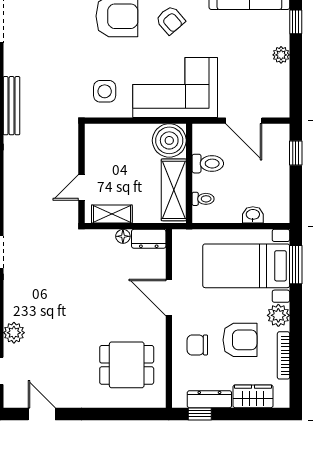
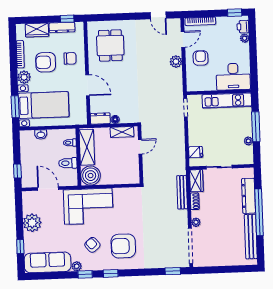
plant: (281, 55) -> (32, 223), width x1.87, depth x1.87
side table: (105, 91) -> (129, 202), removed
dining table: (127, 365) -> (110, 45), turned 90

